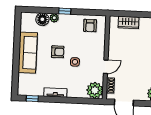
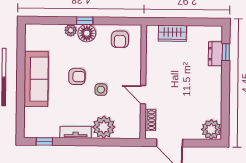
floor lamp: (42, 19) -> (87, 33), moved
door: (106, 67) -> (143, 95), swing flipped
plant: (95, 90) -> (104, 127), moved

